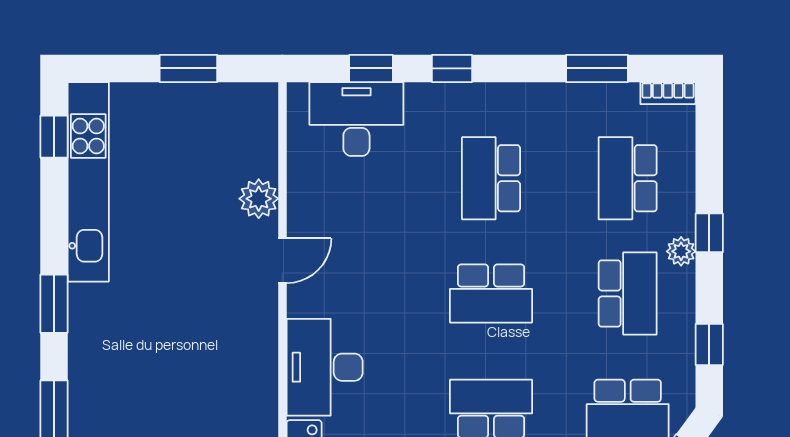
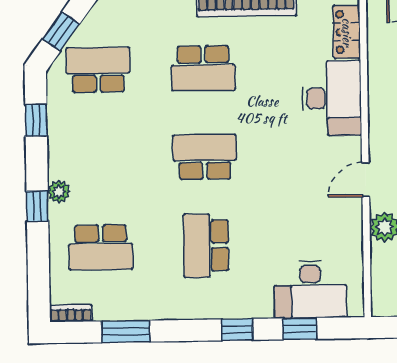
school desk: (491, 178) -> (206, 246), turned 180
school desk: (628, 178) -> (101, 247), turned 90
school desk: (628, 294) -> (99, 159), removed

